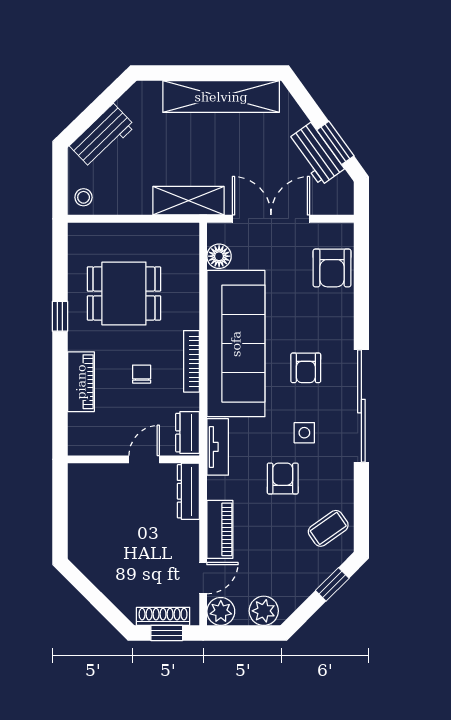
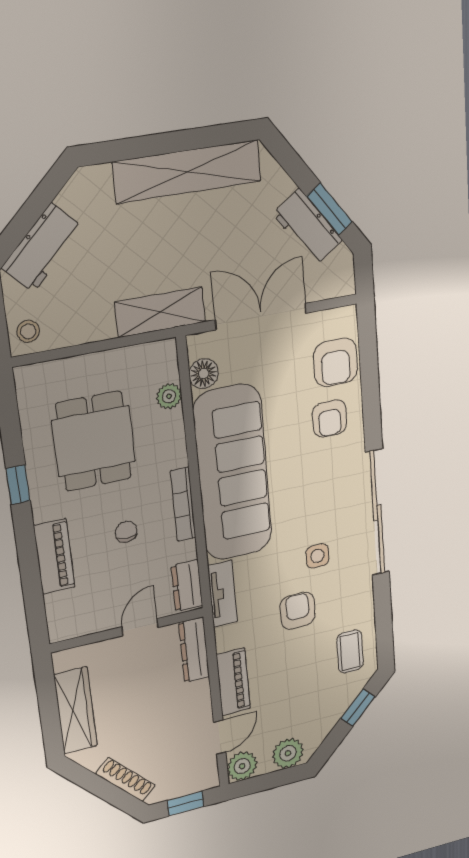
plant: (189, 269) -> (169, 396), added
dining table: (124, 293) -> (94, 441), turned 90
armchair: (306, 368) -> (330, 419), moved
wardrobe: (82, 520) -> (75, 710), added
coffee table: (328, 528) -> (350, 651), turned -55
shoe rack: (163, 616) -> (126, 780), moved, turned 45

